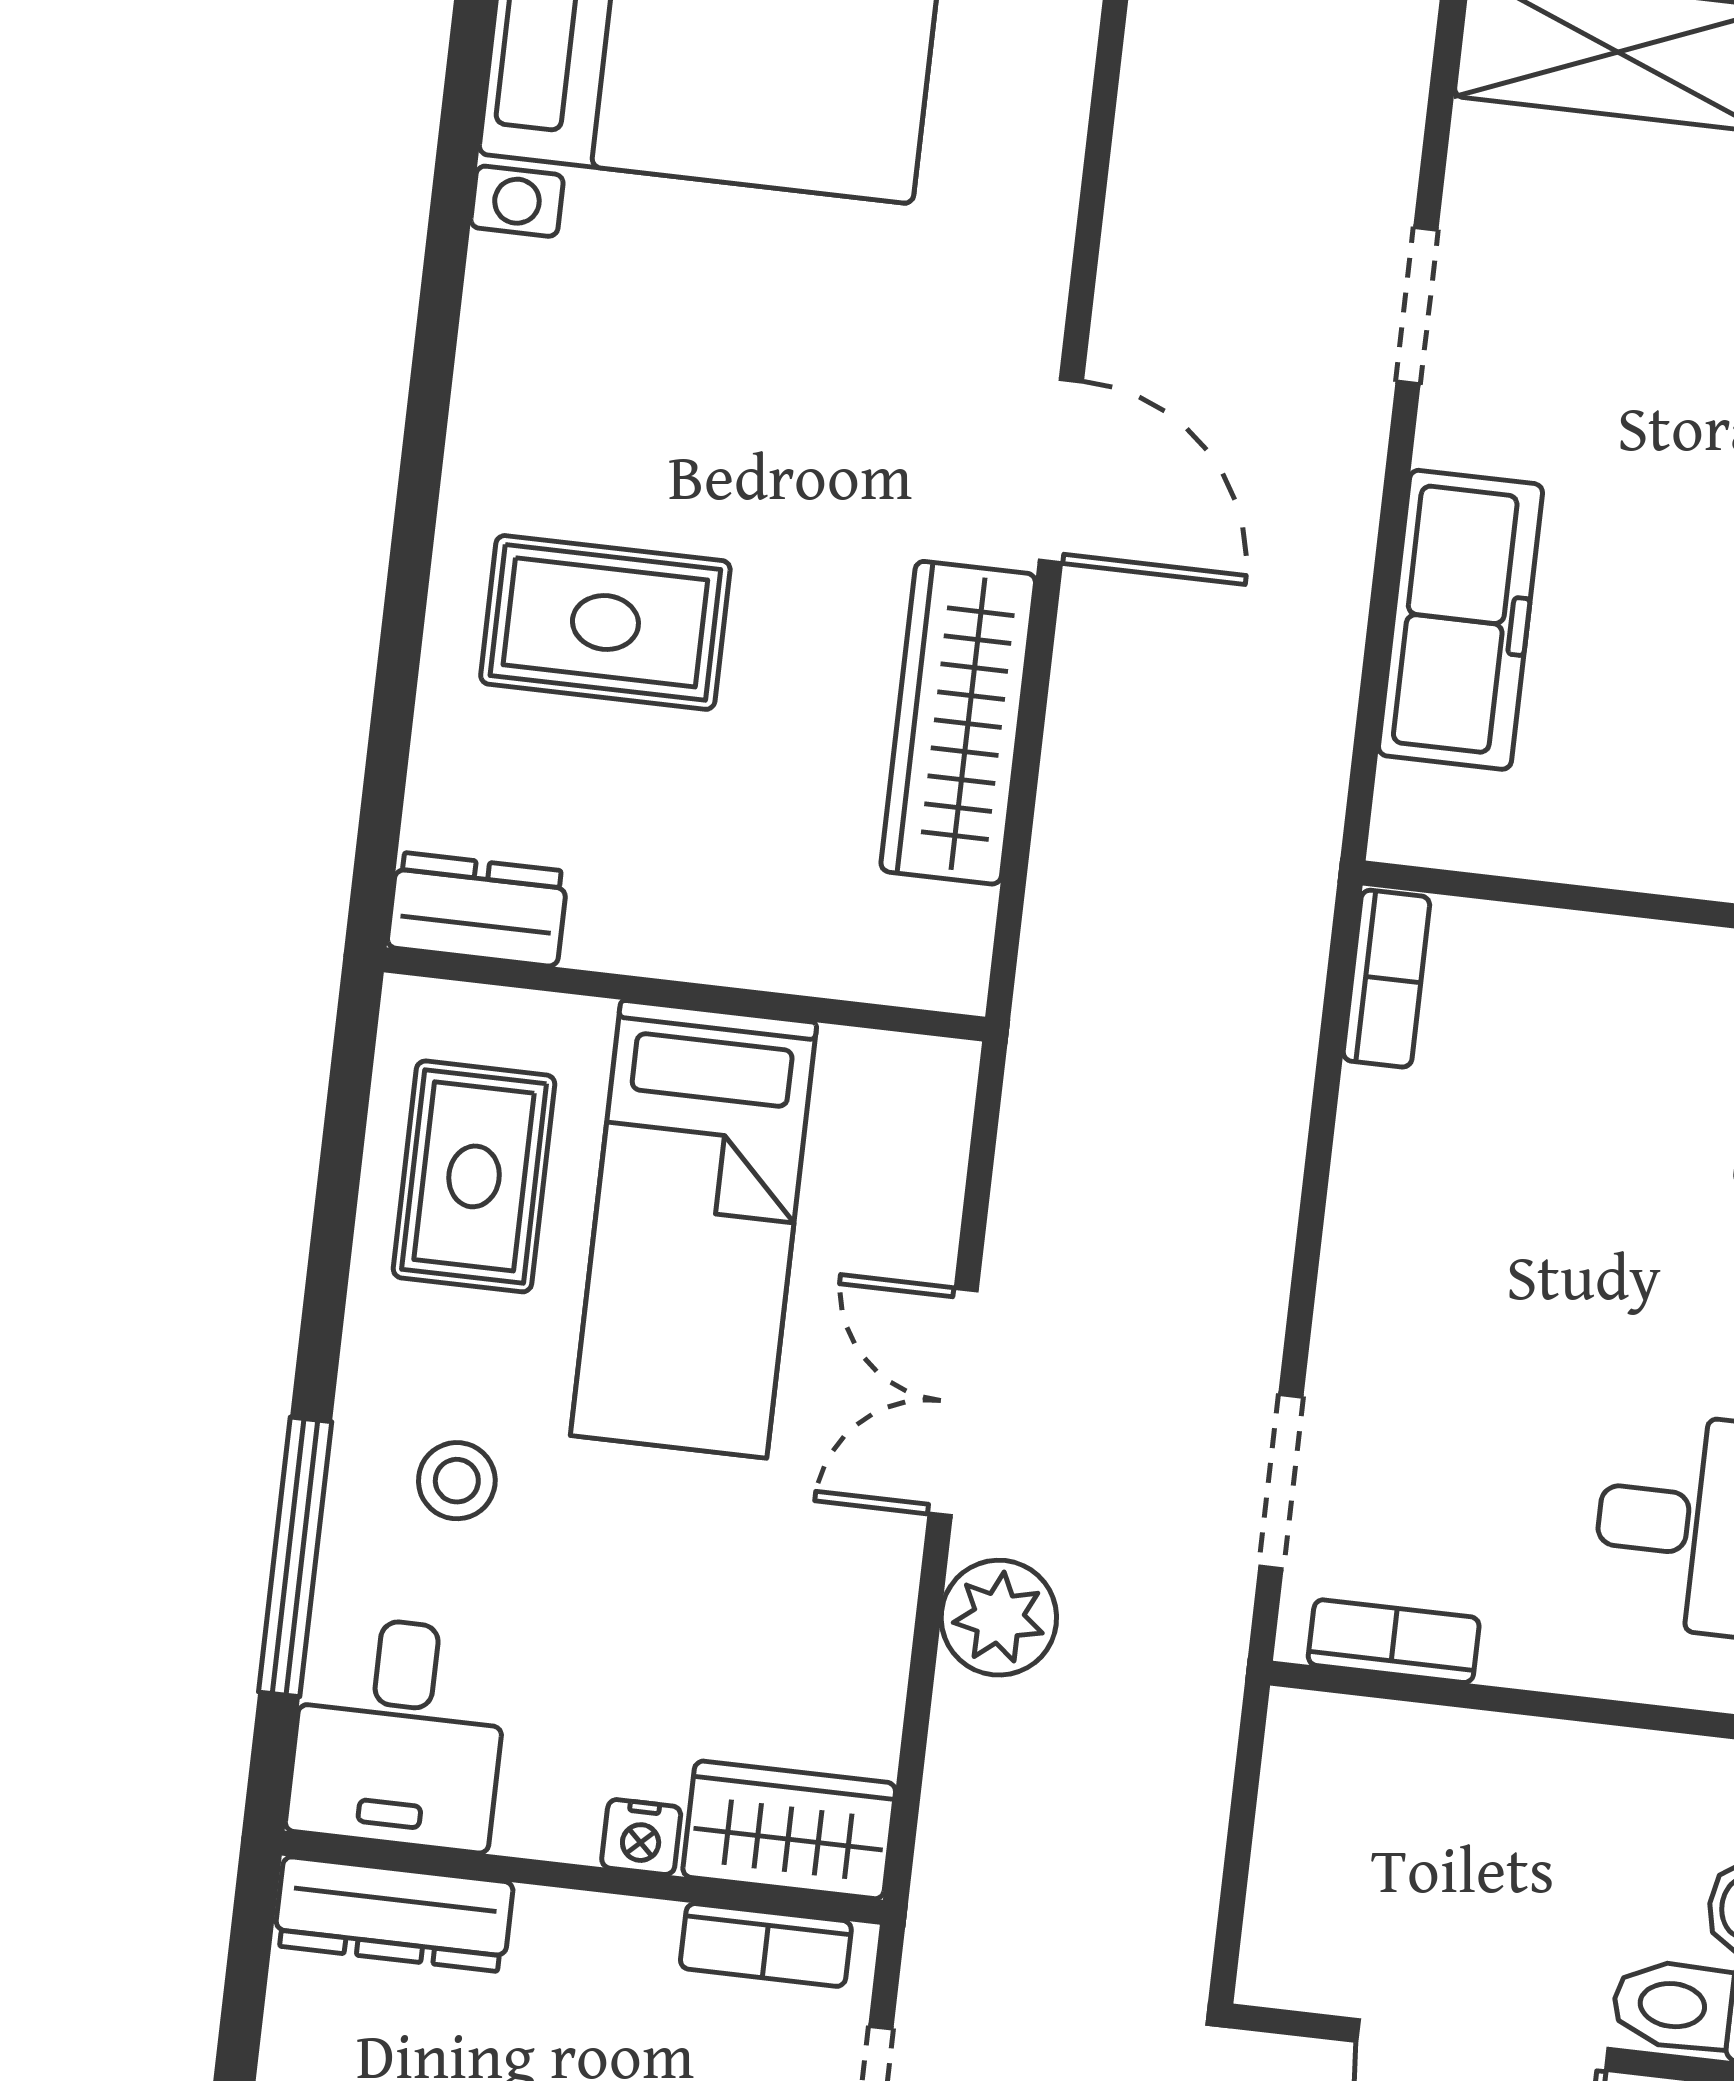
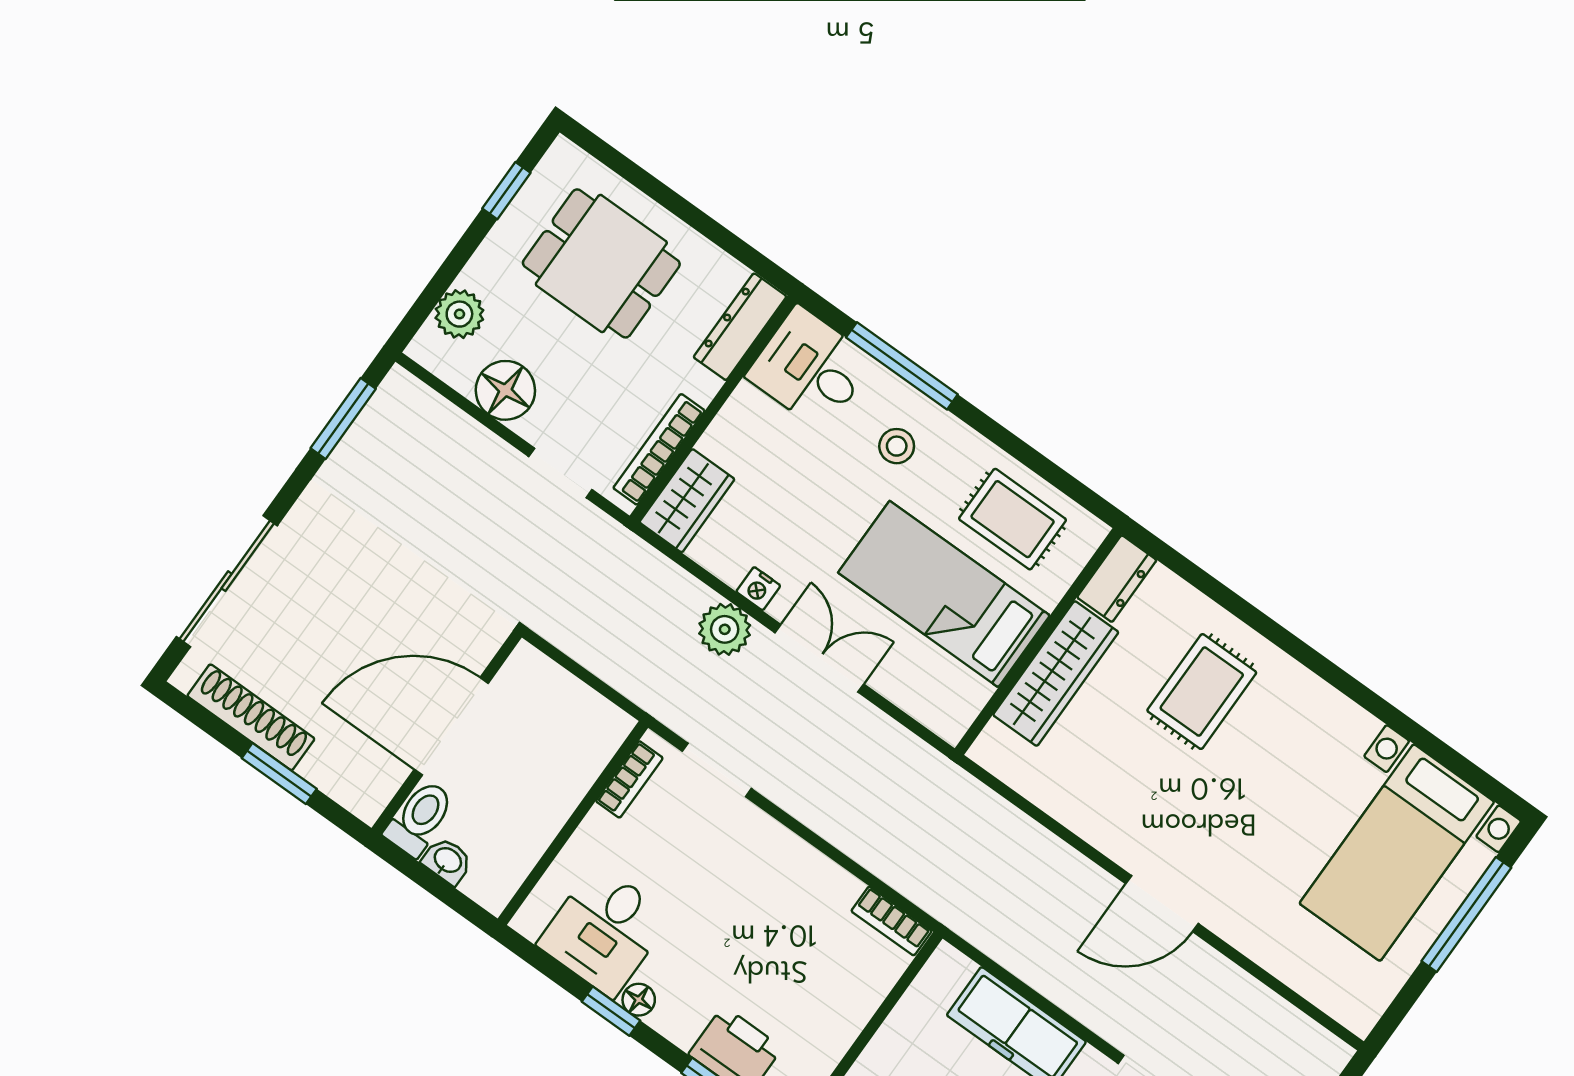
wardrobe: (958, 723) -> (1056, 674), moved, turned 90
nightstand: (641, 1837) -> (758, 589), moved, turned -90
bookcase: (766, 1945) -> (659, 449), width x1.56

